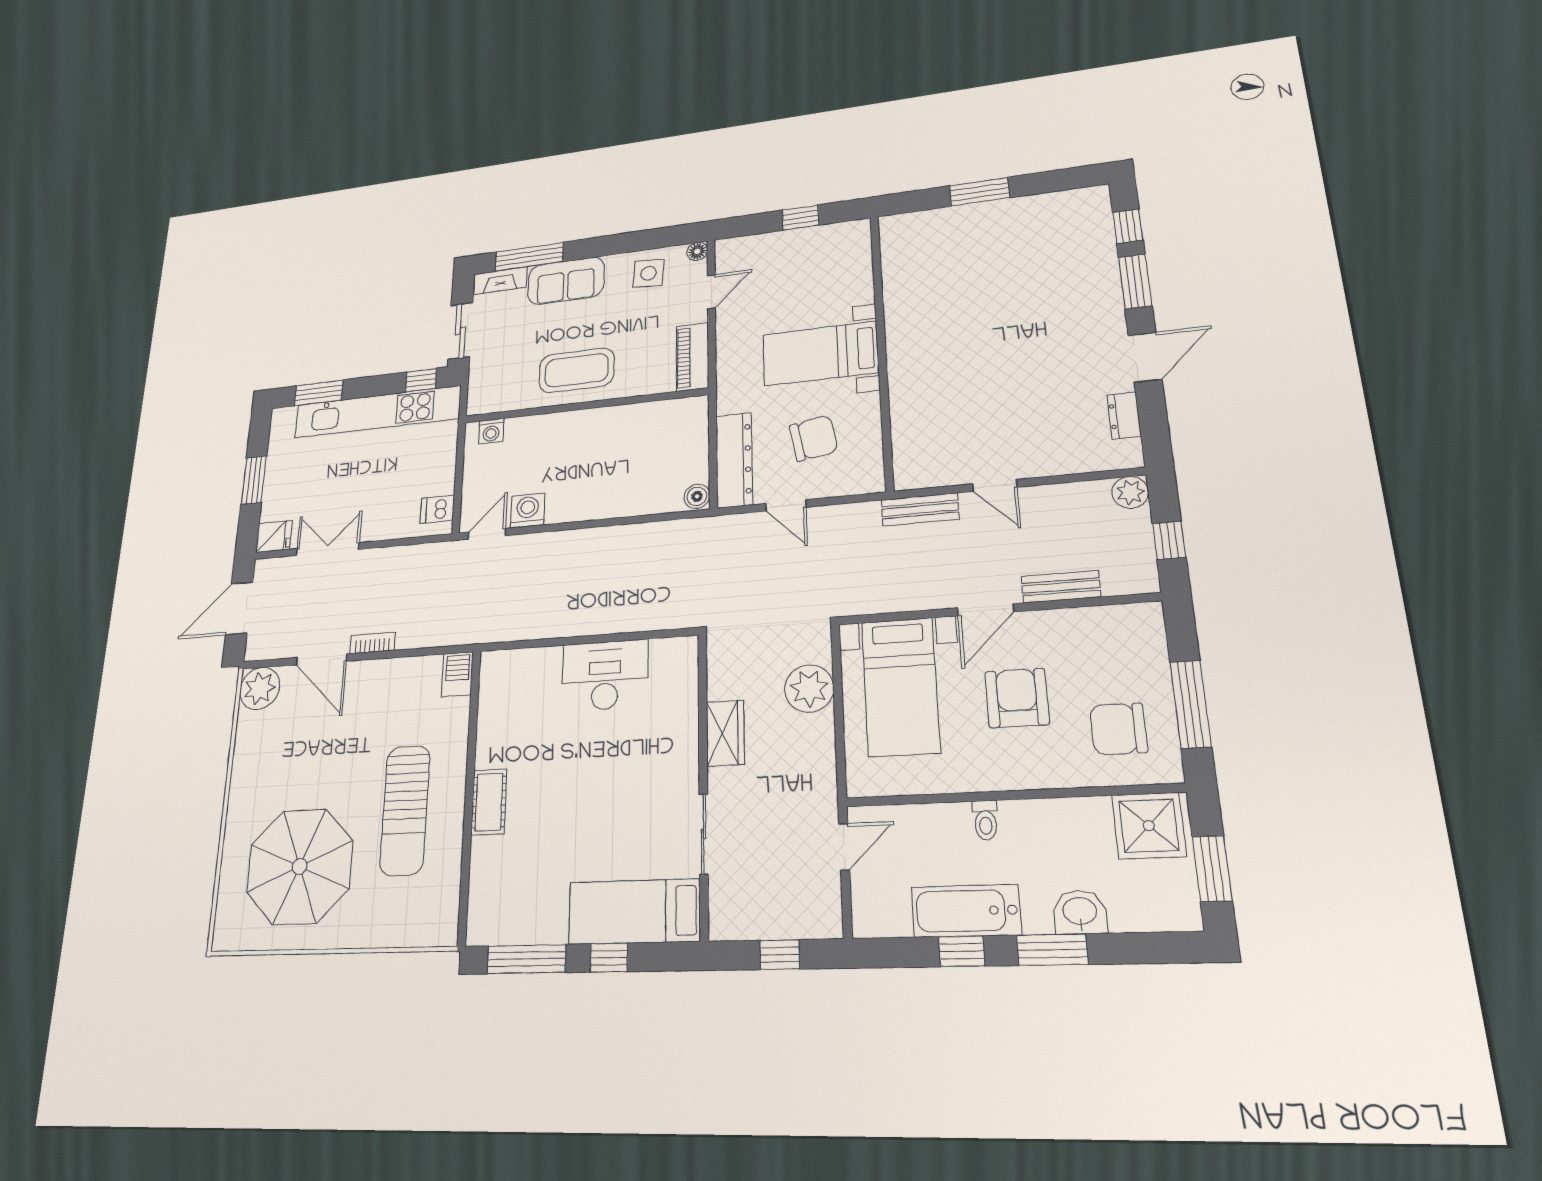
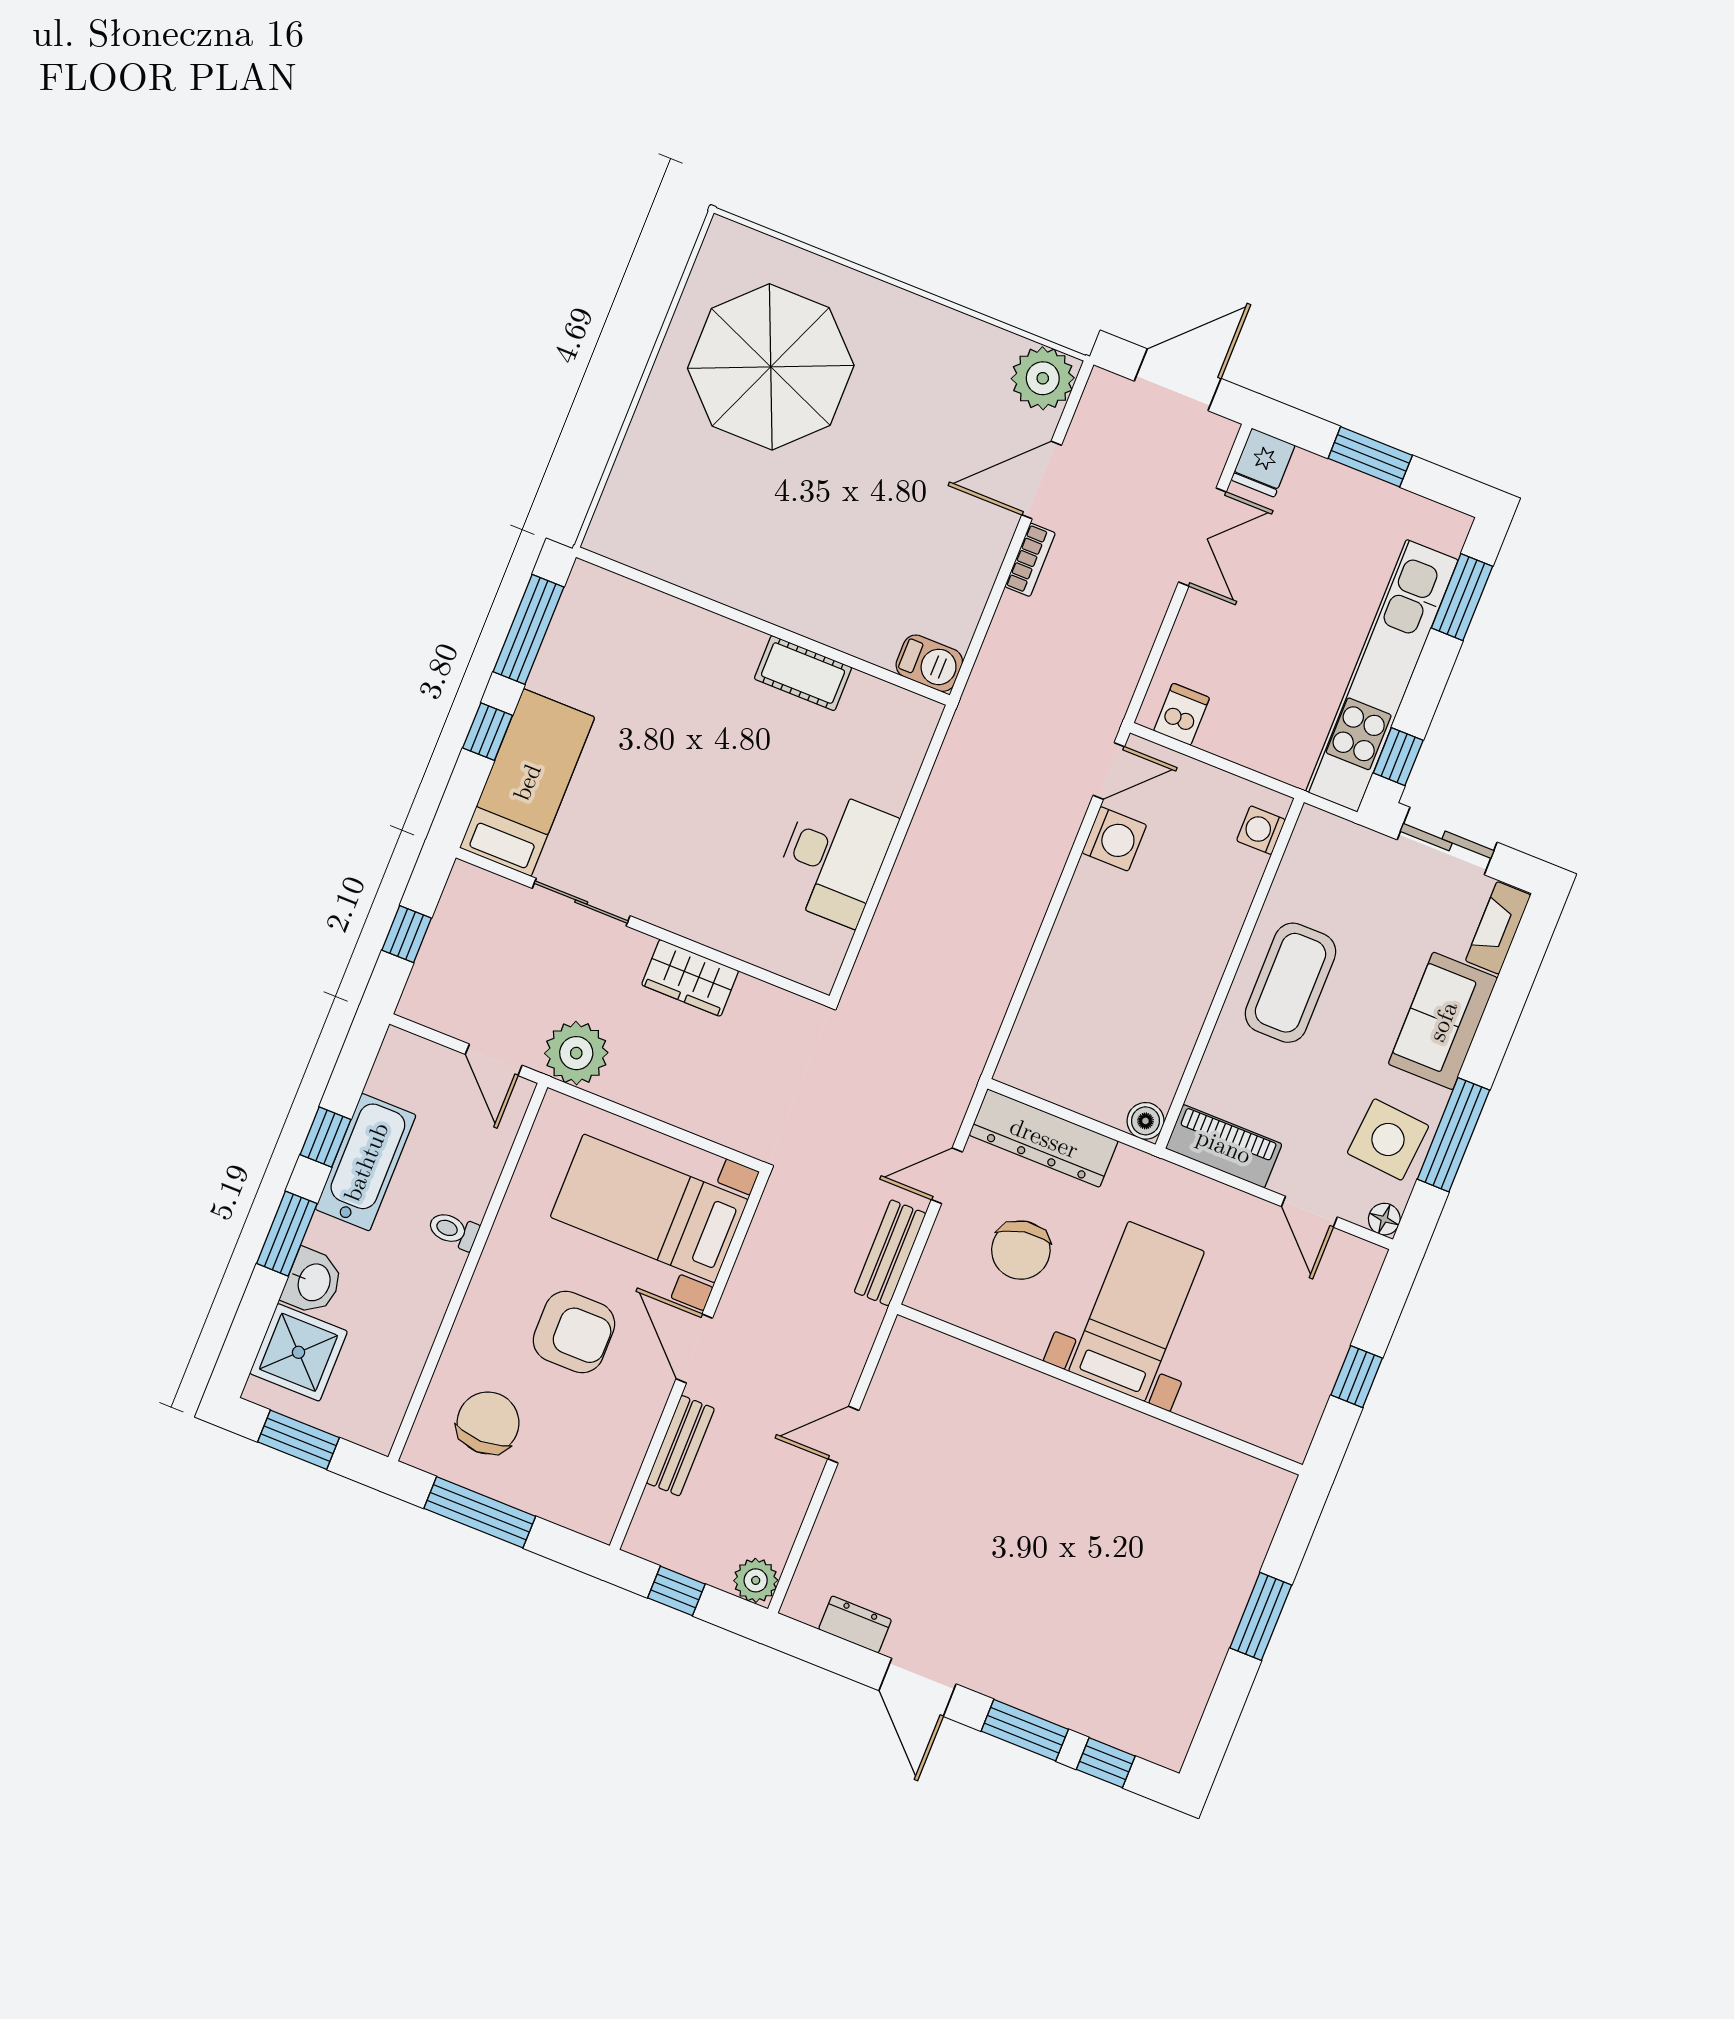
window: (529, 257) -> (1453, 1135), moved
side table: (649, 273) -> (1388, 1139), width x1.37, depth x1.37
boiler: (697, 496) -> (1145, 1121), moved
bench: (920, 509) -> (890, 1253), moved
door: (487, 534) -> (1109, 771), hinge flipped
door: (239, 608) -> (1178, 380), hinge flipped
plant: (809, 688) -> (576, 1053), moved
cot: (489, 802) -> (803, 673), moved
sun lounger: (405, 810) -> (780, 533), removed
shower: (1149, 826) -> (299, 1352), moved

